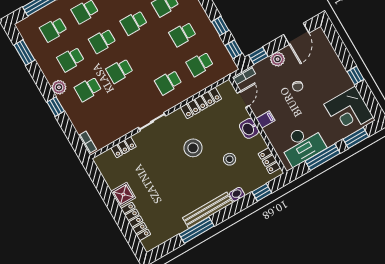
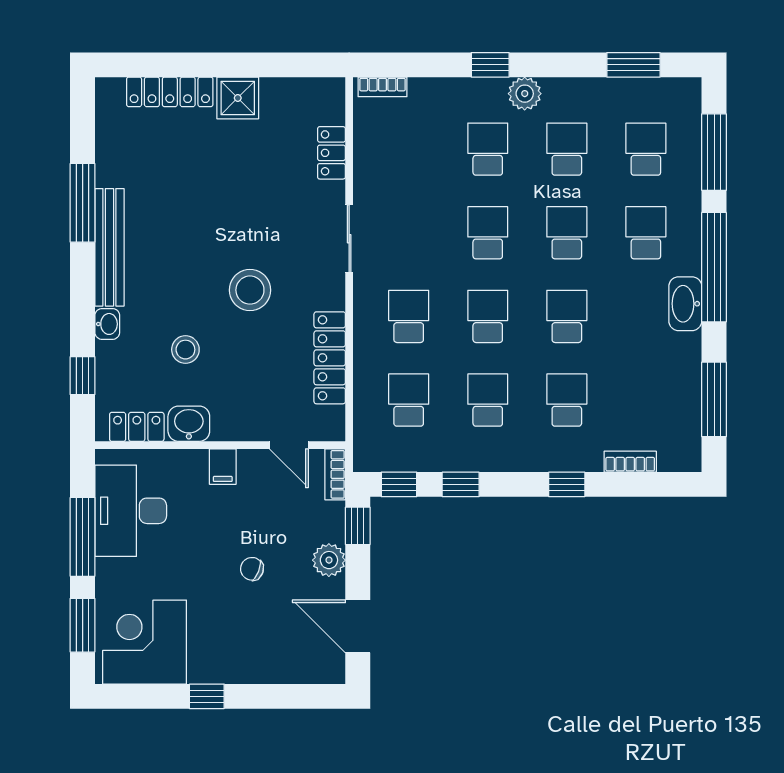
school desk: (151, 53) -> (488, 316), added
washbasin: (249, 128) -> (189, 424), moved

